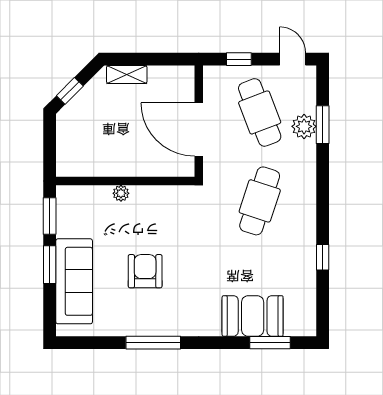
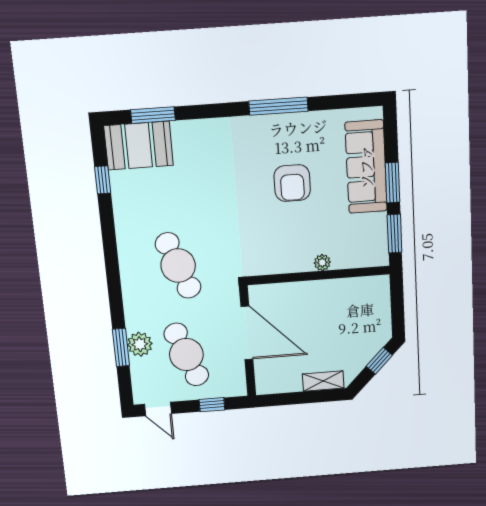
cafe table: (260, 201) -> (178, 266), turned -39
window: (323, 257) -> (103, 180), moved
booth: (253, 316) -> (139, 146), moved

